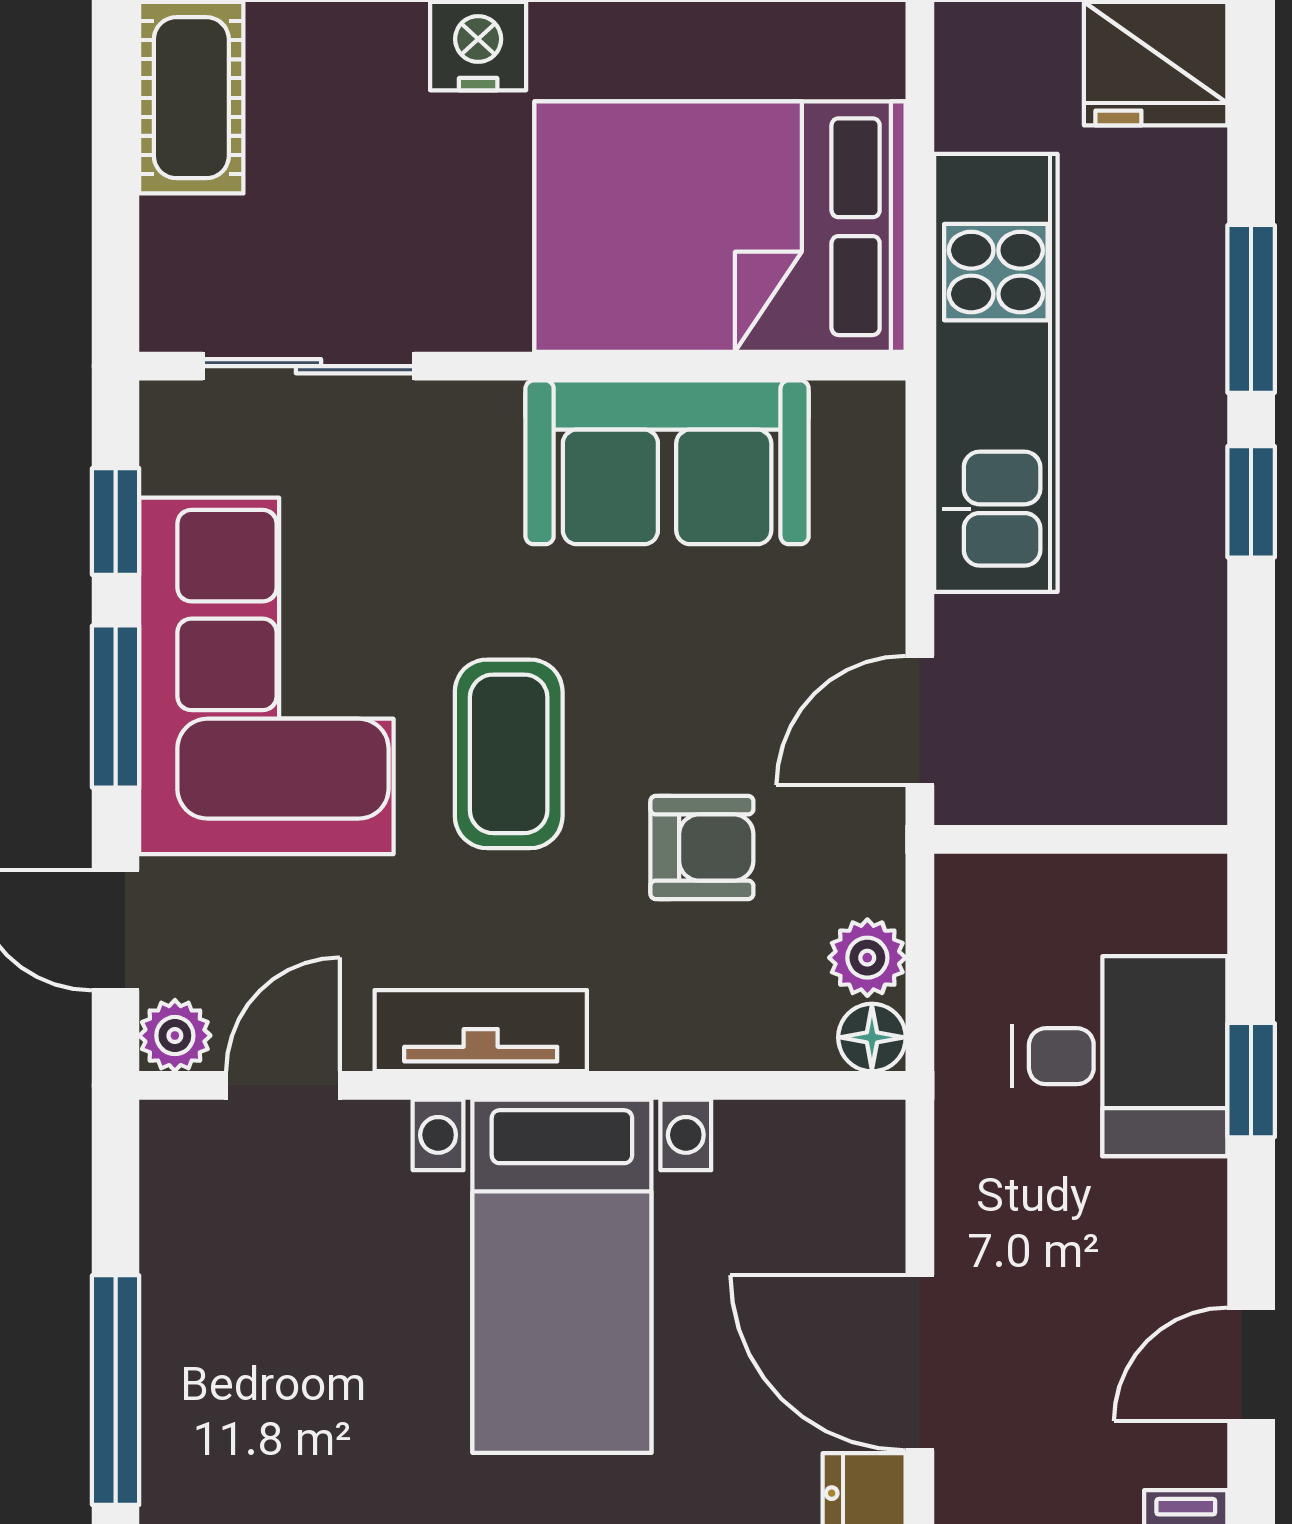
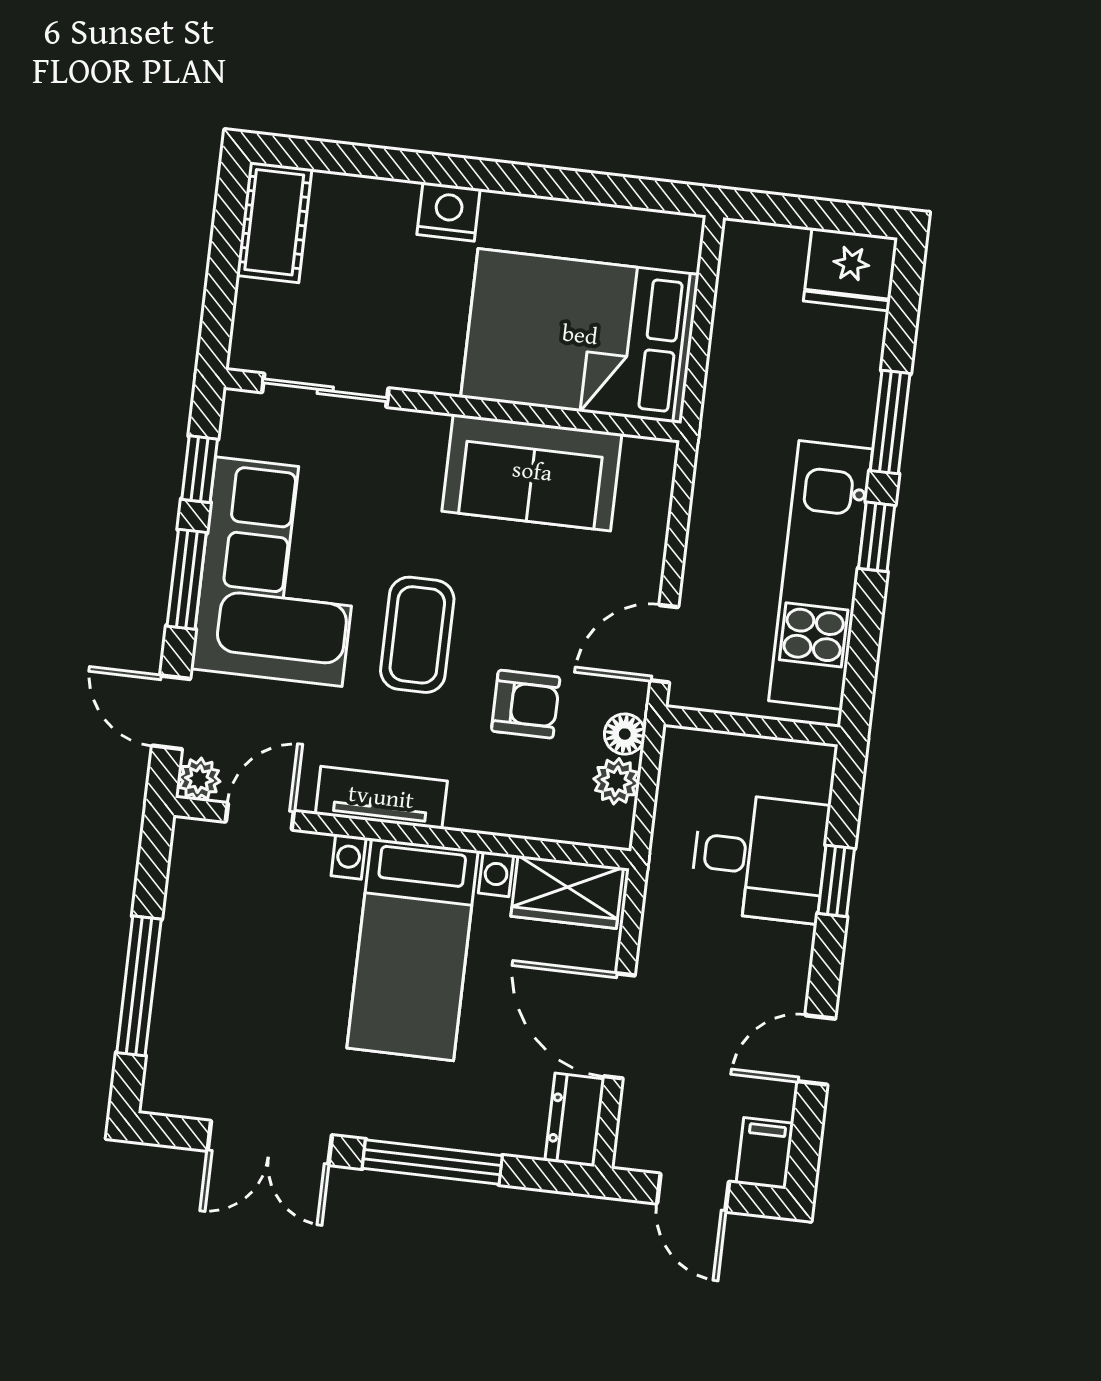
kitchen unit: (996, 373) -> (821, 575), moved, turned 180
floor lamp: (872, 1037) -> (625, 734), moved
wardrobe: (807, 1151) -> (567, 892), added

